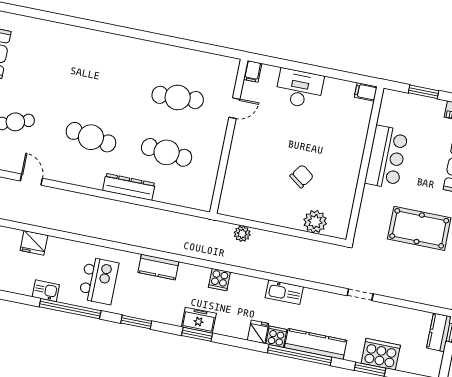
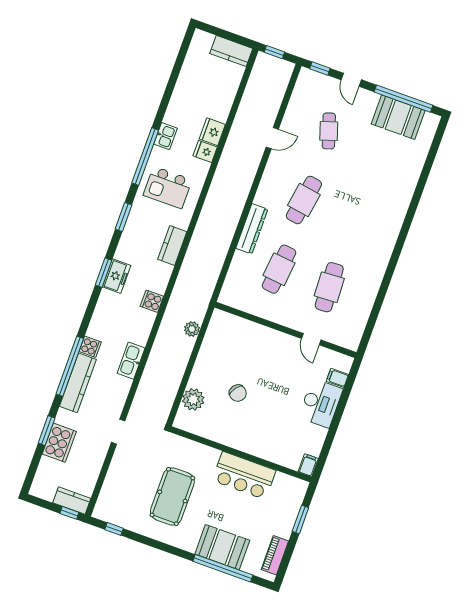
filing cabinet: (253, 71) -> (337, 378), moved
fridge: (258, 332) -> (205, 151), moved, turned 180

